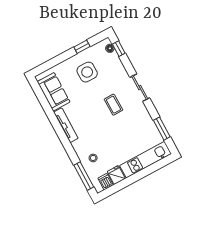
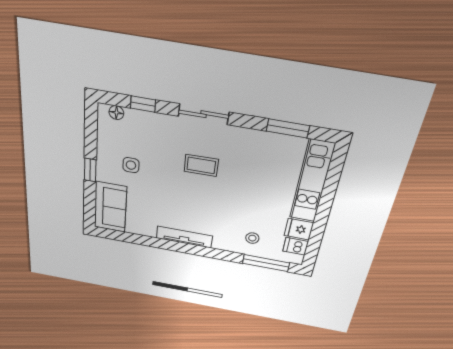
window: (82, 47) -> (90, 170), moved
window: (119, 49) -> (143, 104), moved
side table: (87, 72) -> (131, 165), width x0.54, depth x0.54
sofa: (54, 92) -> (110, 207), moved, turned 90

